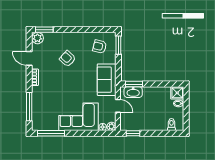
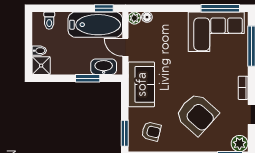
armchair: (68, 59) -> (197, 114), width x1.88, depth x1.88
window: (134, 84) -> (88, 78), moved
corner sofa: (79, 117) -> (216, 32), moved
bathtub: (139, 122) -> (95, 25), added

